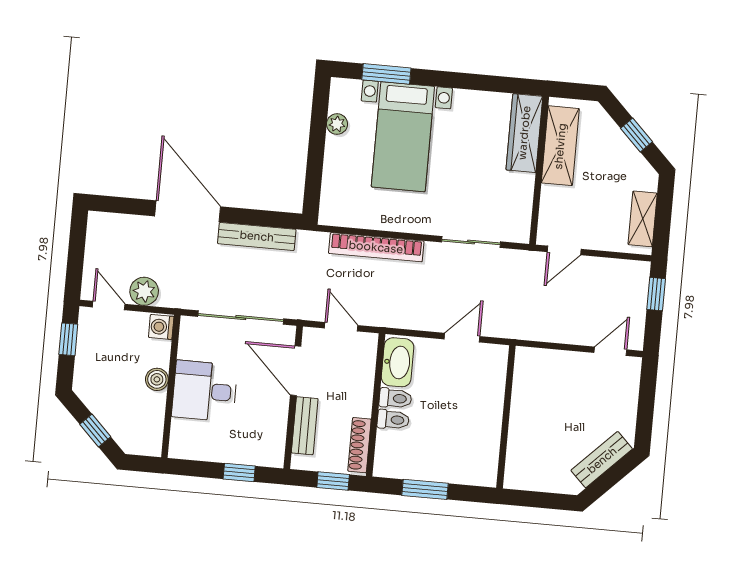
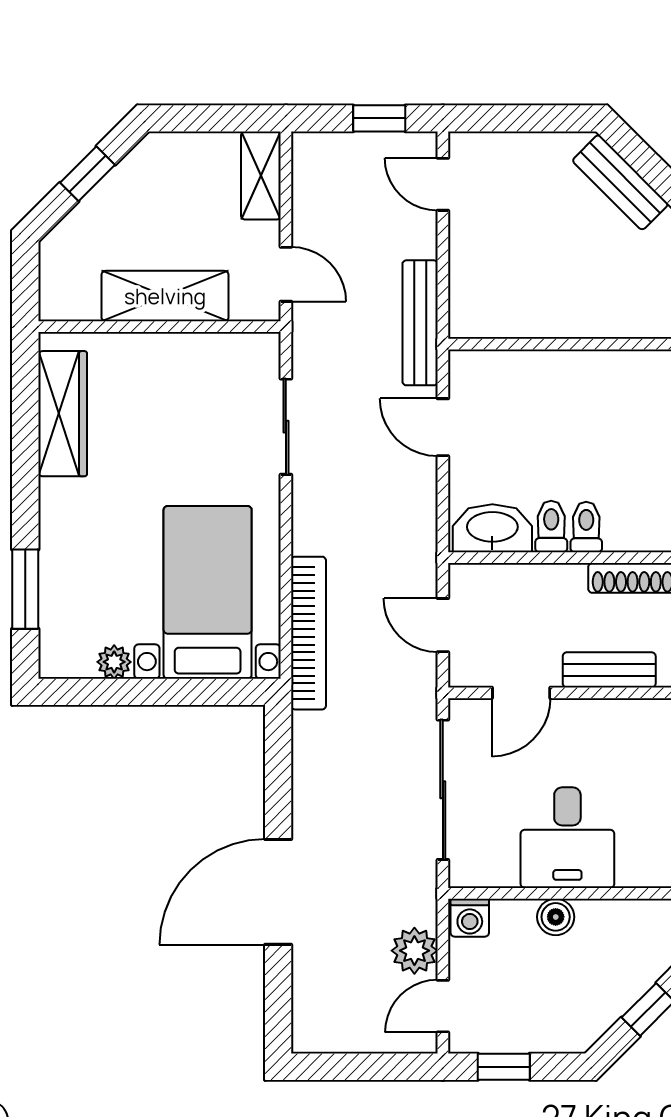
wardrobe: (524, 133) -> (63, 414), moved, turned -90
bed with nightstands: (403, 137) -> (208, 592), moved, turned -90
shelving: (560, 146) -> (165, 296), moved
shelving: (643, 219) -> (261, 176), moved, turned 90
bench: (257, 236) -> (420, 323), moved
bookcase: (376, 247) -> (309, 633), moved
window: (656, 294) -> (379, 118), moved
door: (341, 327) -> (443, 625), hinge flipped
door: (296, 371) -> (521, 693), width x0.73

